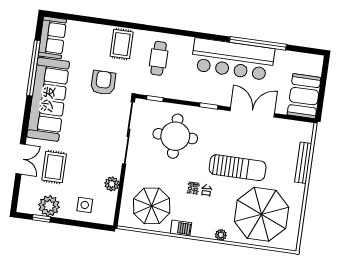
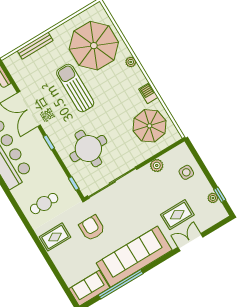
armchair: (103, 83) -> (92, 228), turned 90
plant: (49, 206) -> (213, 198), width x0.53, depth x0.53

